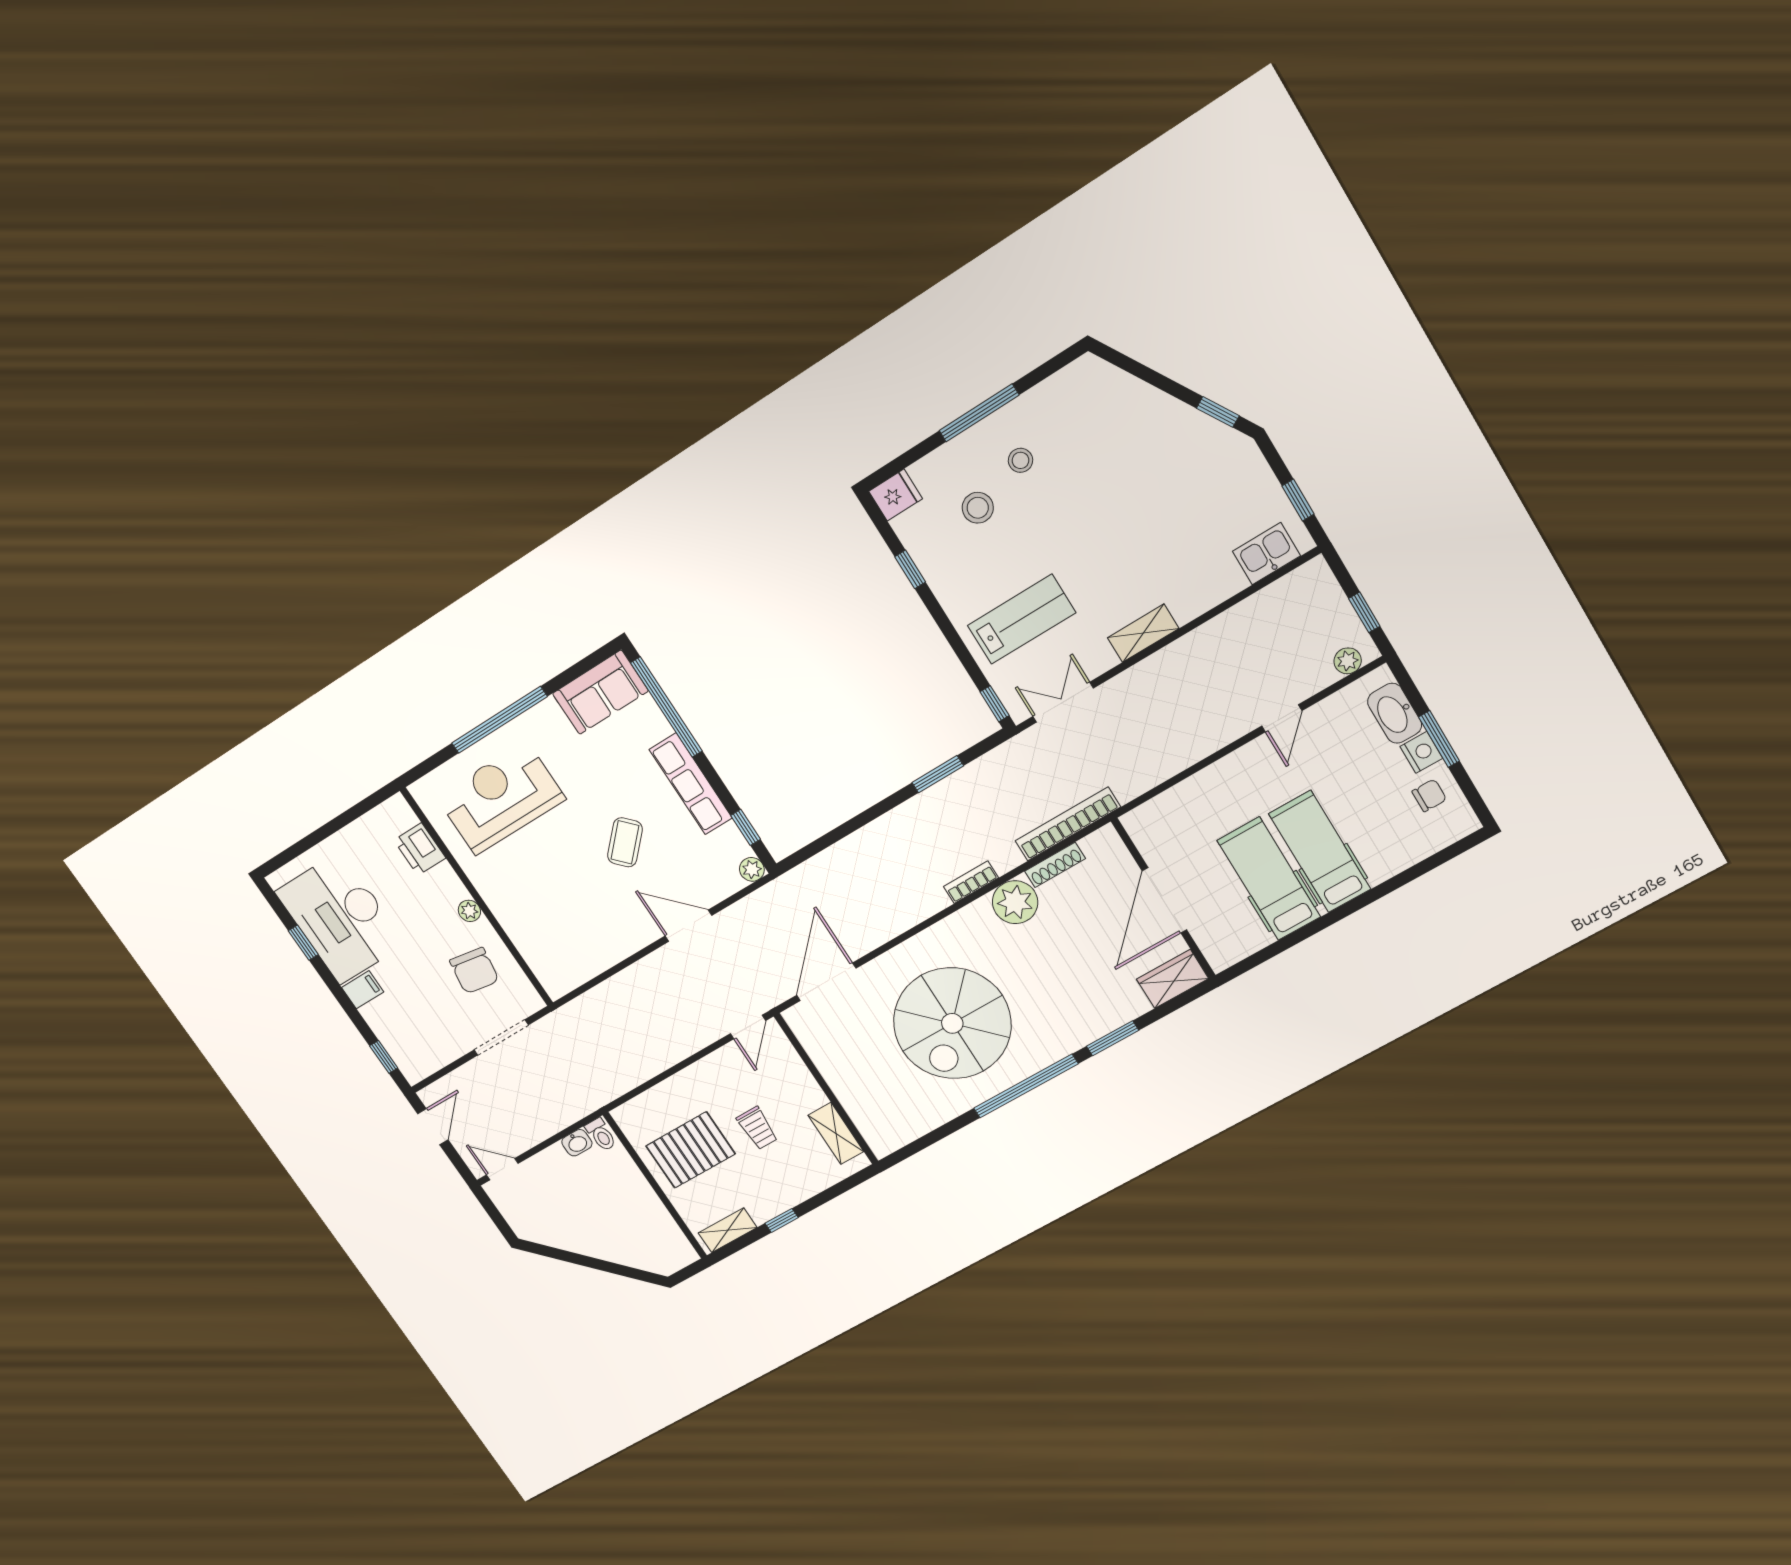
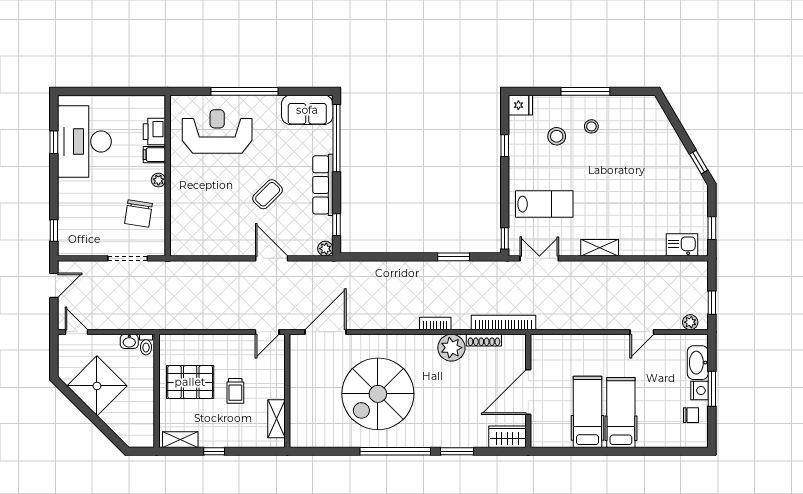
filing cabinet: (363, 990) -> (154, 155), moved, turned 180
shower: (575, 1222) -> (97, 386), added

